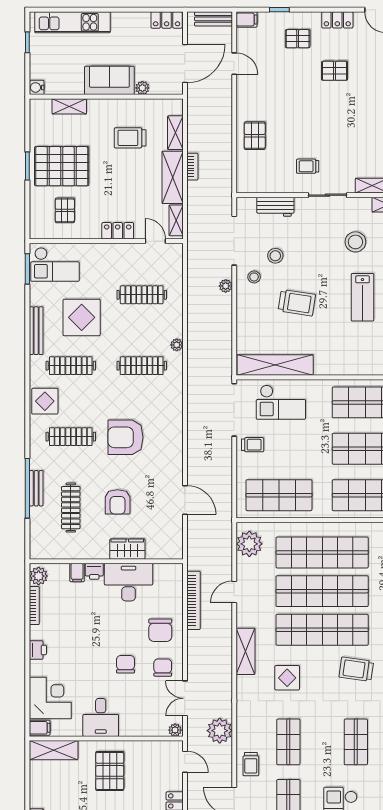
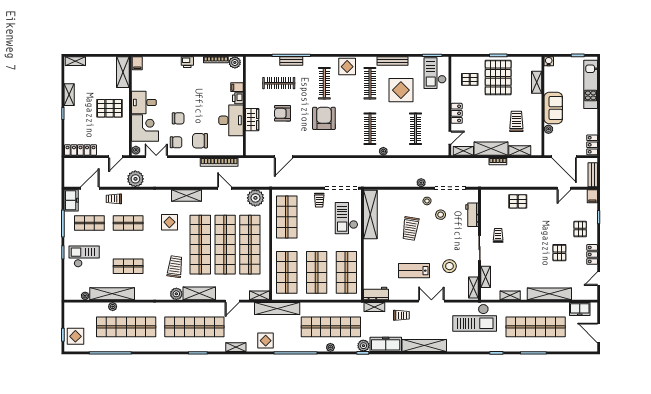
corner desk: (50, 698) -> (145, 128), moved, turned -90

